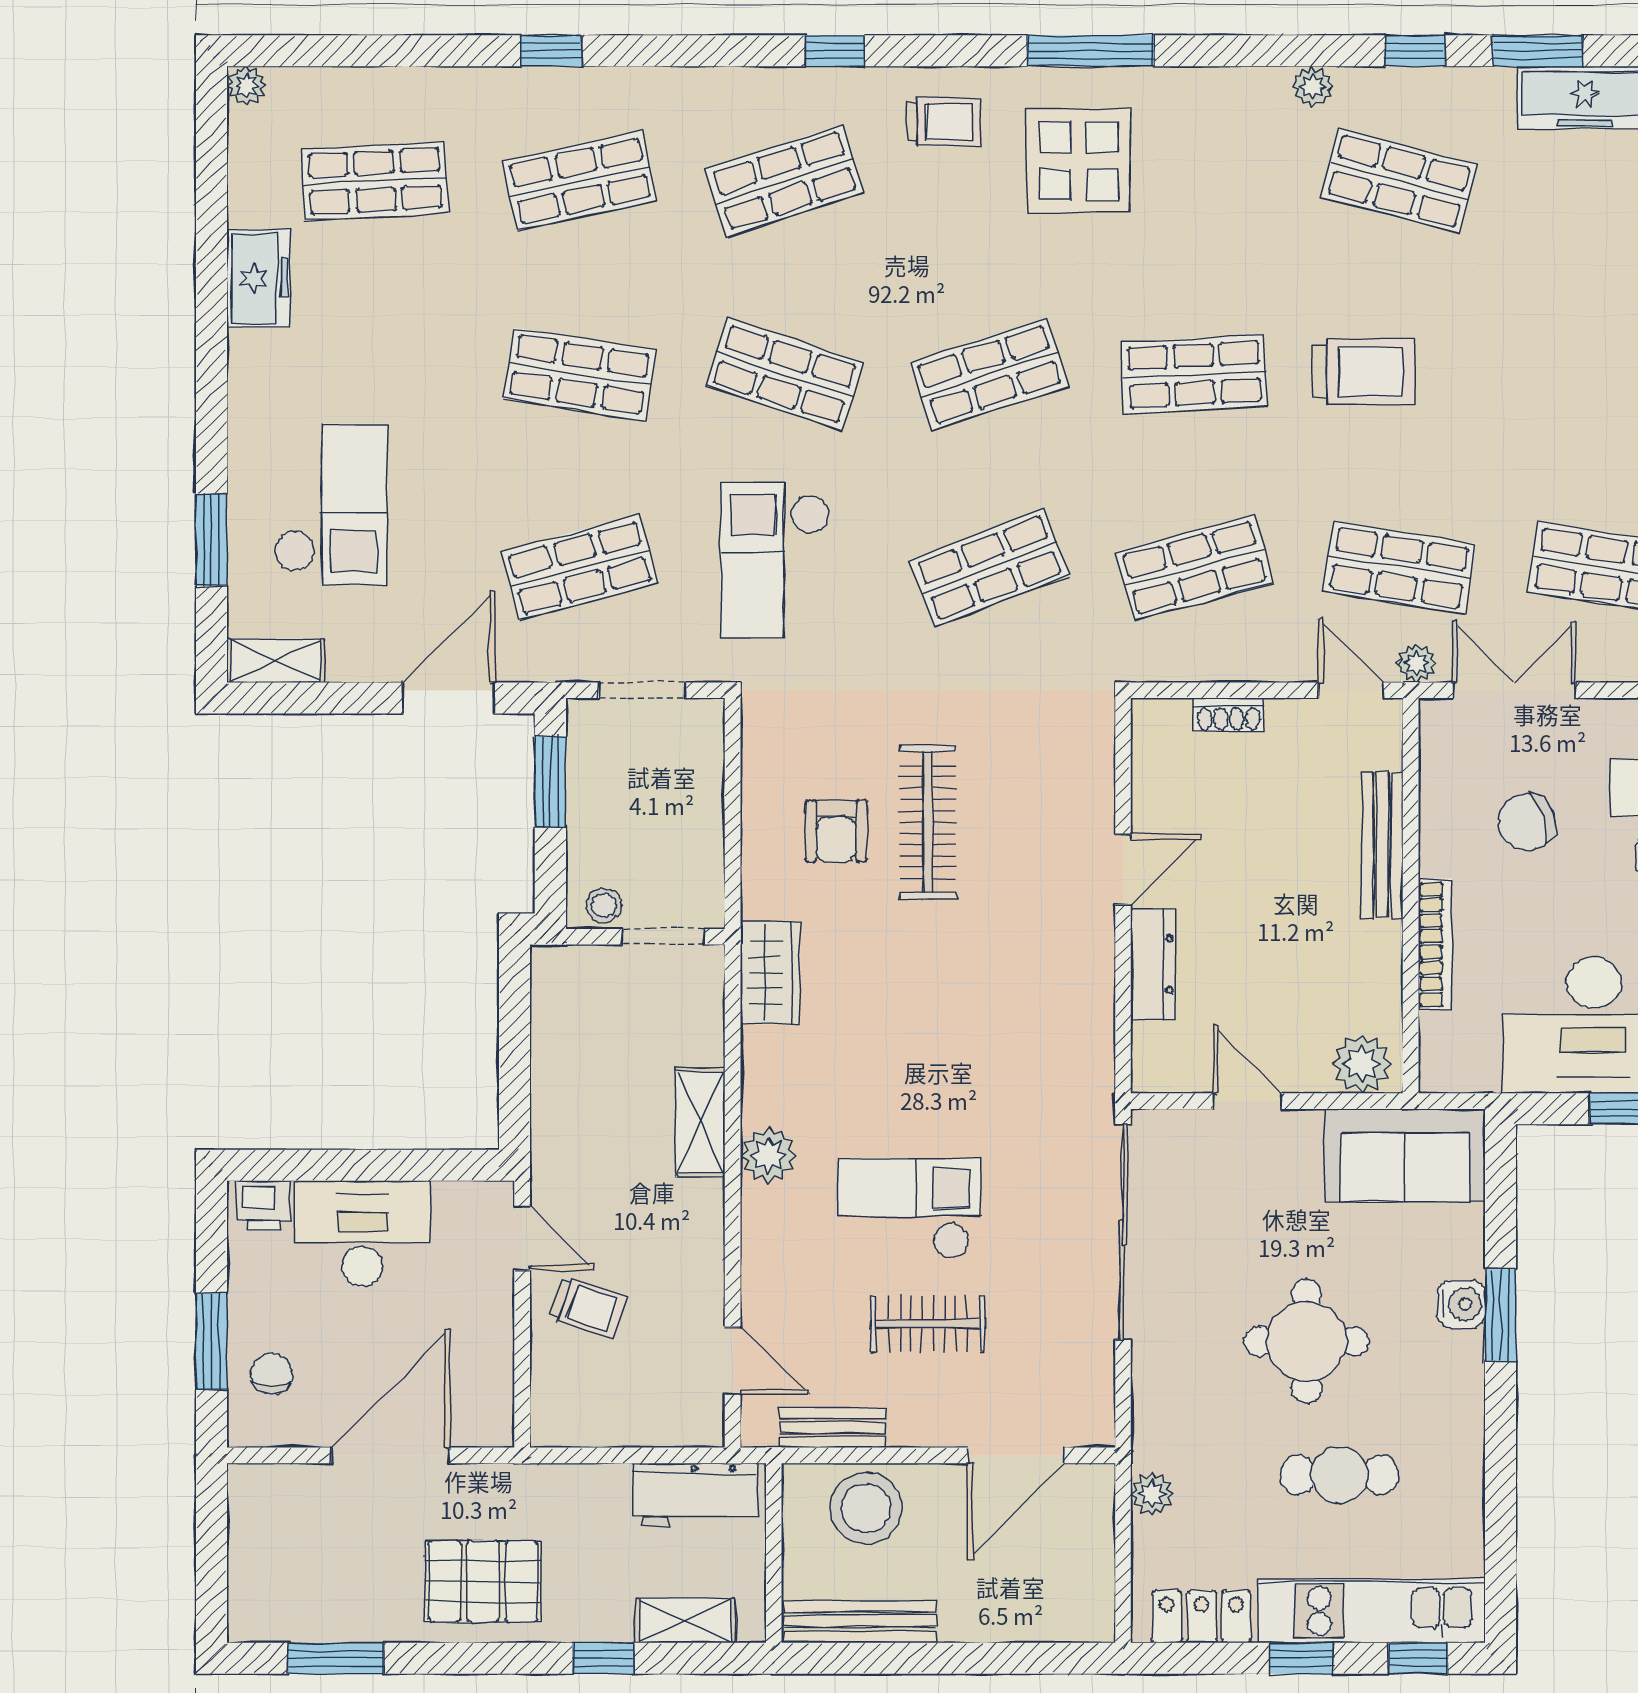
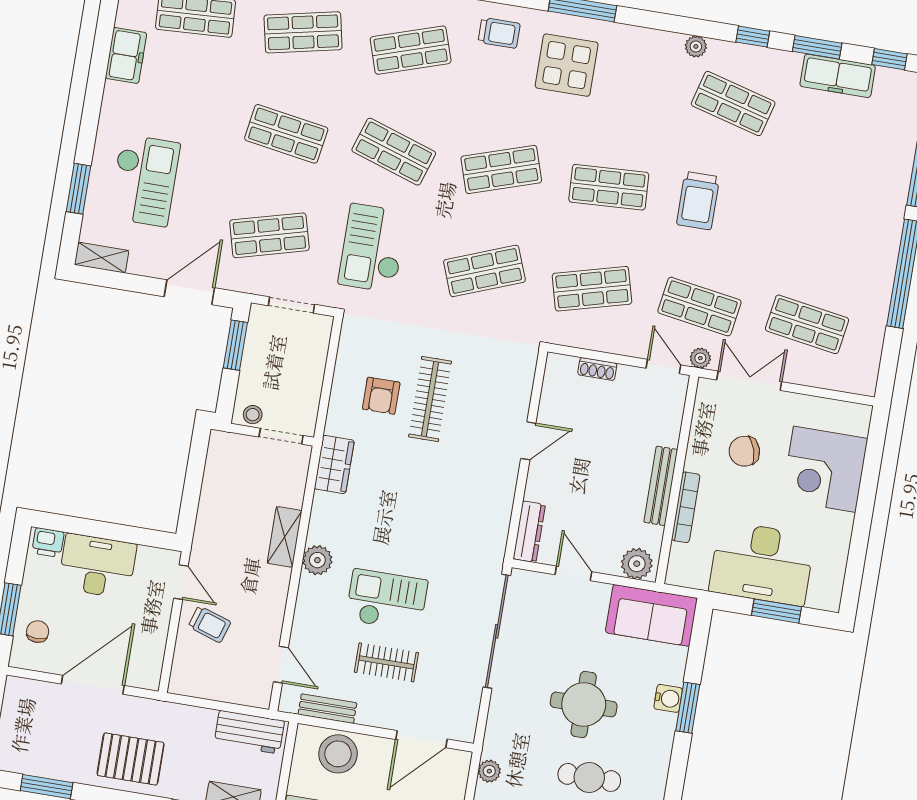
trolley: (1364, 372) -> (698, 201), turned 90
bench: (1382, 845) -> (661, 486), moved
dresser: (1153, 964) -> (529, 532), moved

